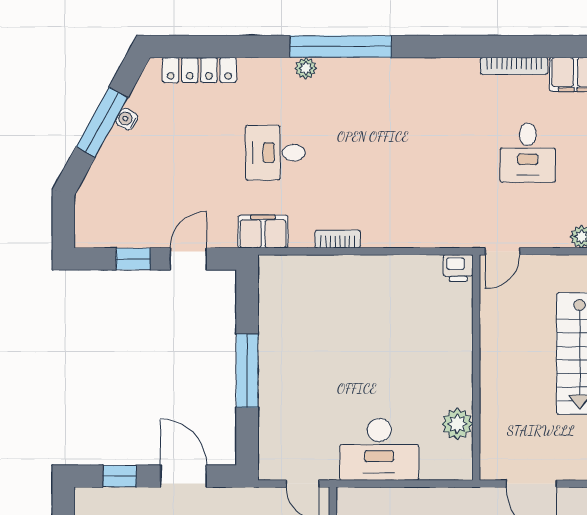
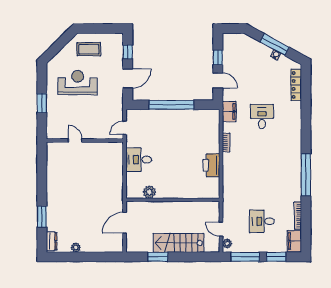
window: (341, 47) -> (306, 175), moved
plant: (306, 68) -> (297, 129), removed
door: (502, 251) -> (221, 229), moved
printer: (458, 268) -> (211, 165), moved, width x1.87, depth x1.48
window: (247, 371) -> (171, 105), width x1.46
desk: (379, 449) -> (139, 160), width x0.73

